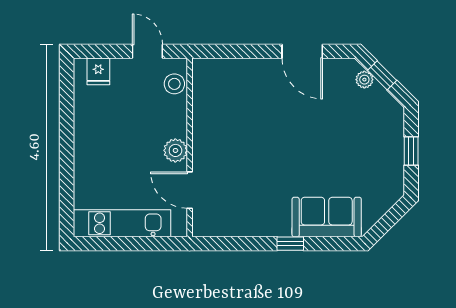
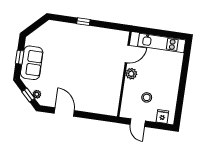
stool: (174, 84) -> (147, 97), moved
door: (190, 190) -> (127, 54), hinge flipped
sofa: (327, 217) -> (32, 63), moved, turned -90

